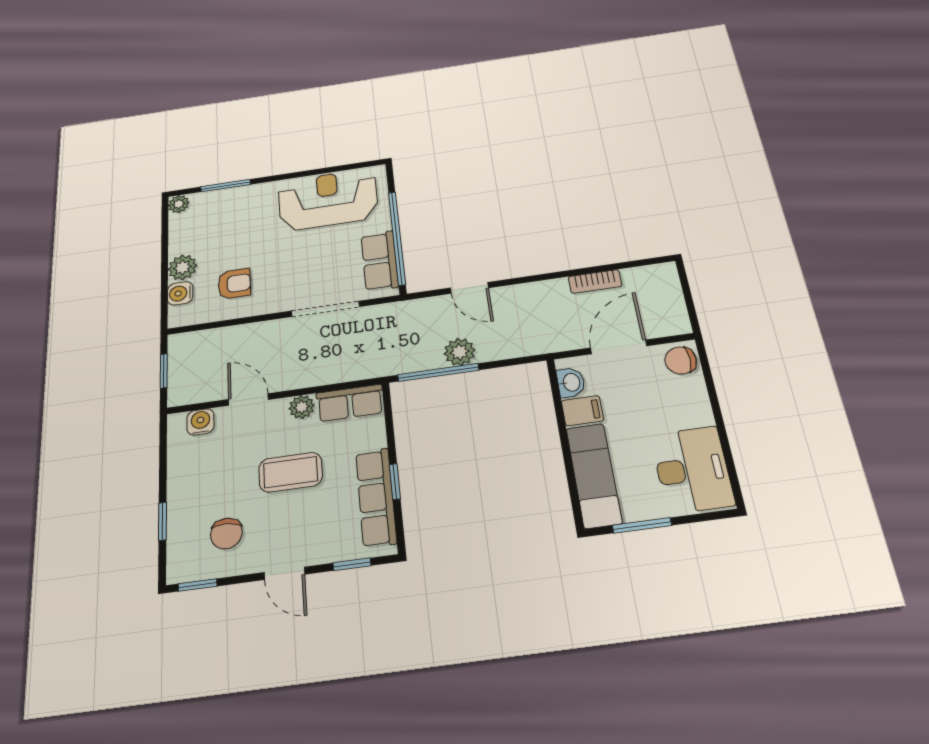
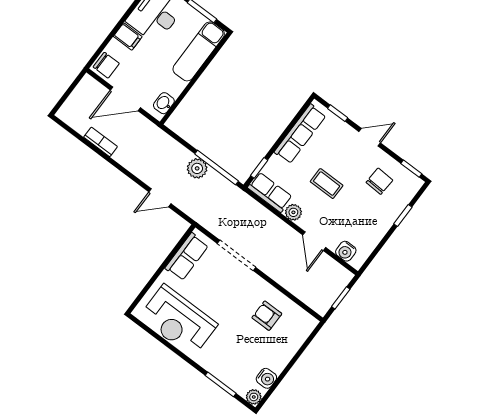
window: (397, 238) -> (166, 262), removed
plant: (182, 267) -> (284, 353), removed
door: (469, 288) -> (160, 198), swing flipped
water cooler: (180, 293) -> (266, 378), moved
filing cabinet: (582, 411) -> (128, 37), moved, turned 180
coffee table: (291, 472) -> (327, 184), width x0.73, depth x0.77
window: (395, 481) -> (259, 168), moved
door: (284, 573) -> (370, 137), hinge flipped

